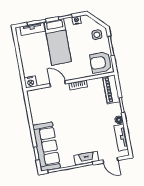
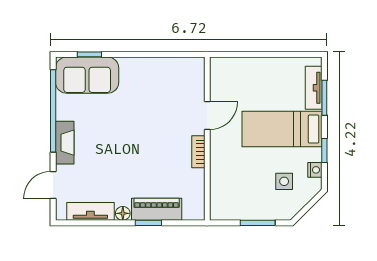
side table: (97, 35) -> (284, 181), moved
armchair: (101, 62) -> (231, 199), removed
nightstand: (31, 82) -> (219, 67), removed
piano: (111, 89) -> (157, 209), moved
sofa: (47, 147) -> (87, 75), width x0.73

